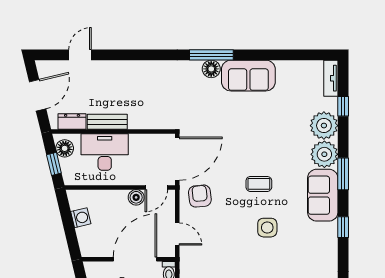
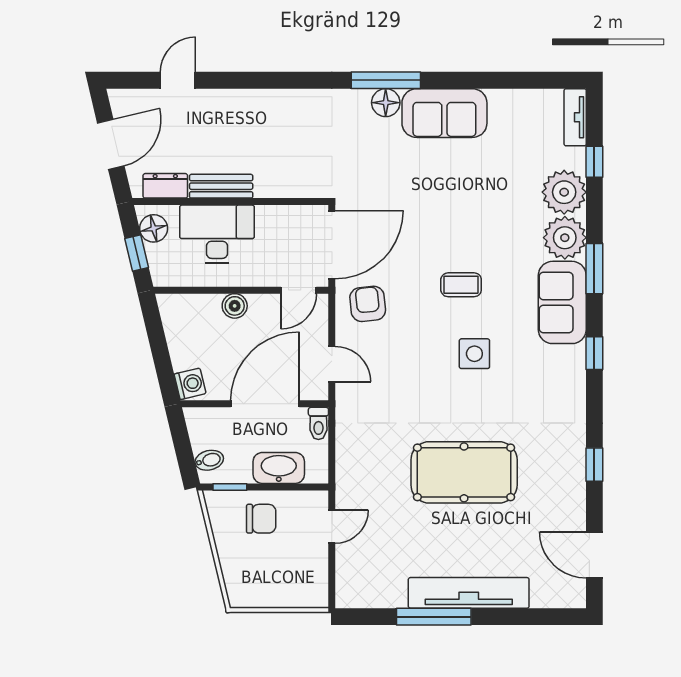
boiler: (136, 197) -> (235, 306), moved
washing machine: (81, 218) -> (190, 384), moved

